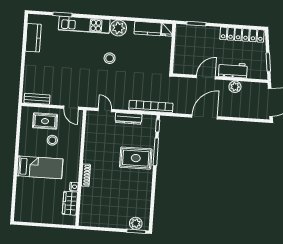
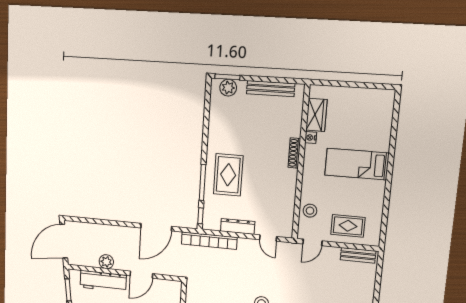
workbench: (233, 70) -> (103, 281), width x1.38
door: (71, 108) -> (312, 242), swing flipped
door: (205, 117) -> (156, 227), moved
stool: (52, 140) -> (310, 211), moved
rug: (136, 158) -> (228, 175), turned 90
bench: (104, 222) -> (271, 89), added

